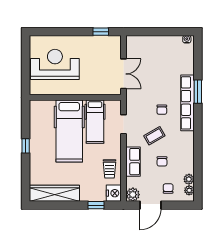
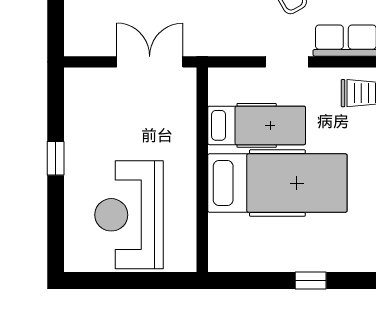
window: (101, 32) -> (56, 158), moved
doorway: (123, 124) -> (287, 62), moved

